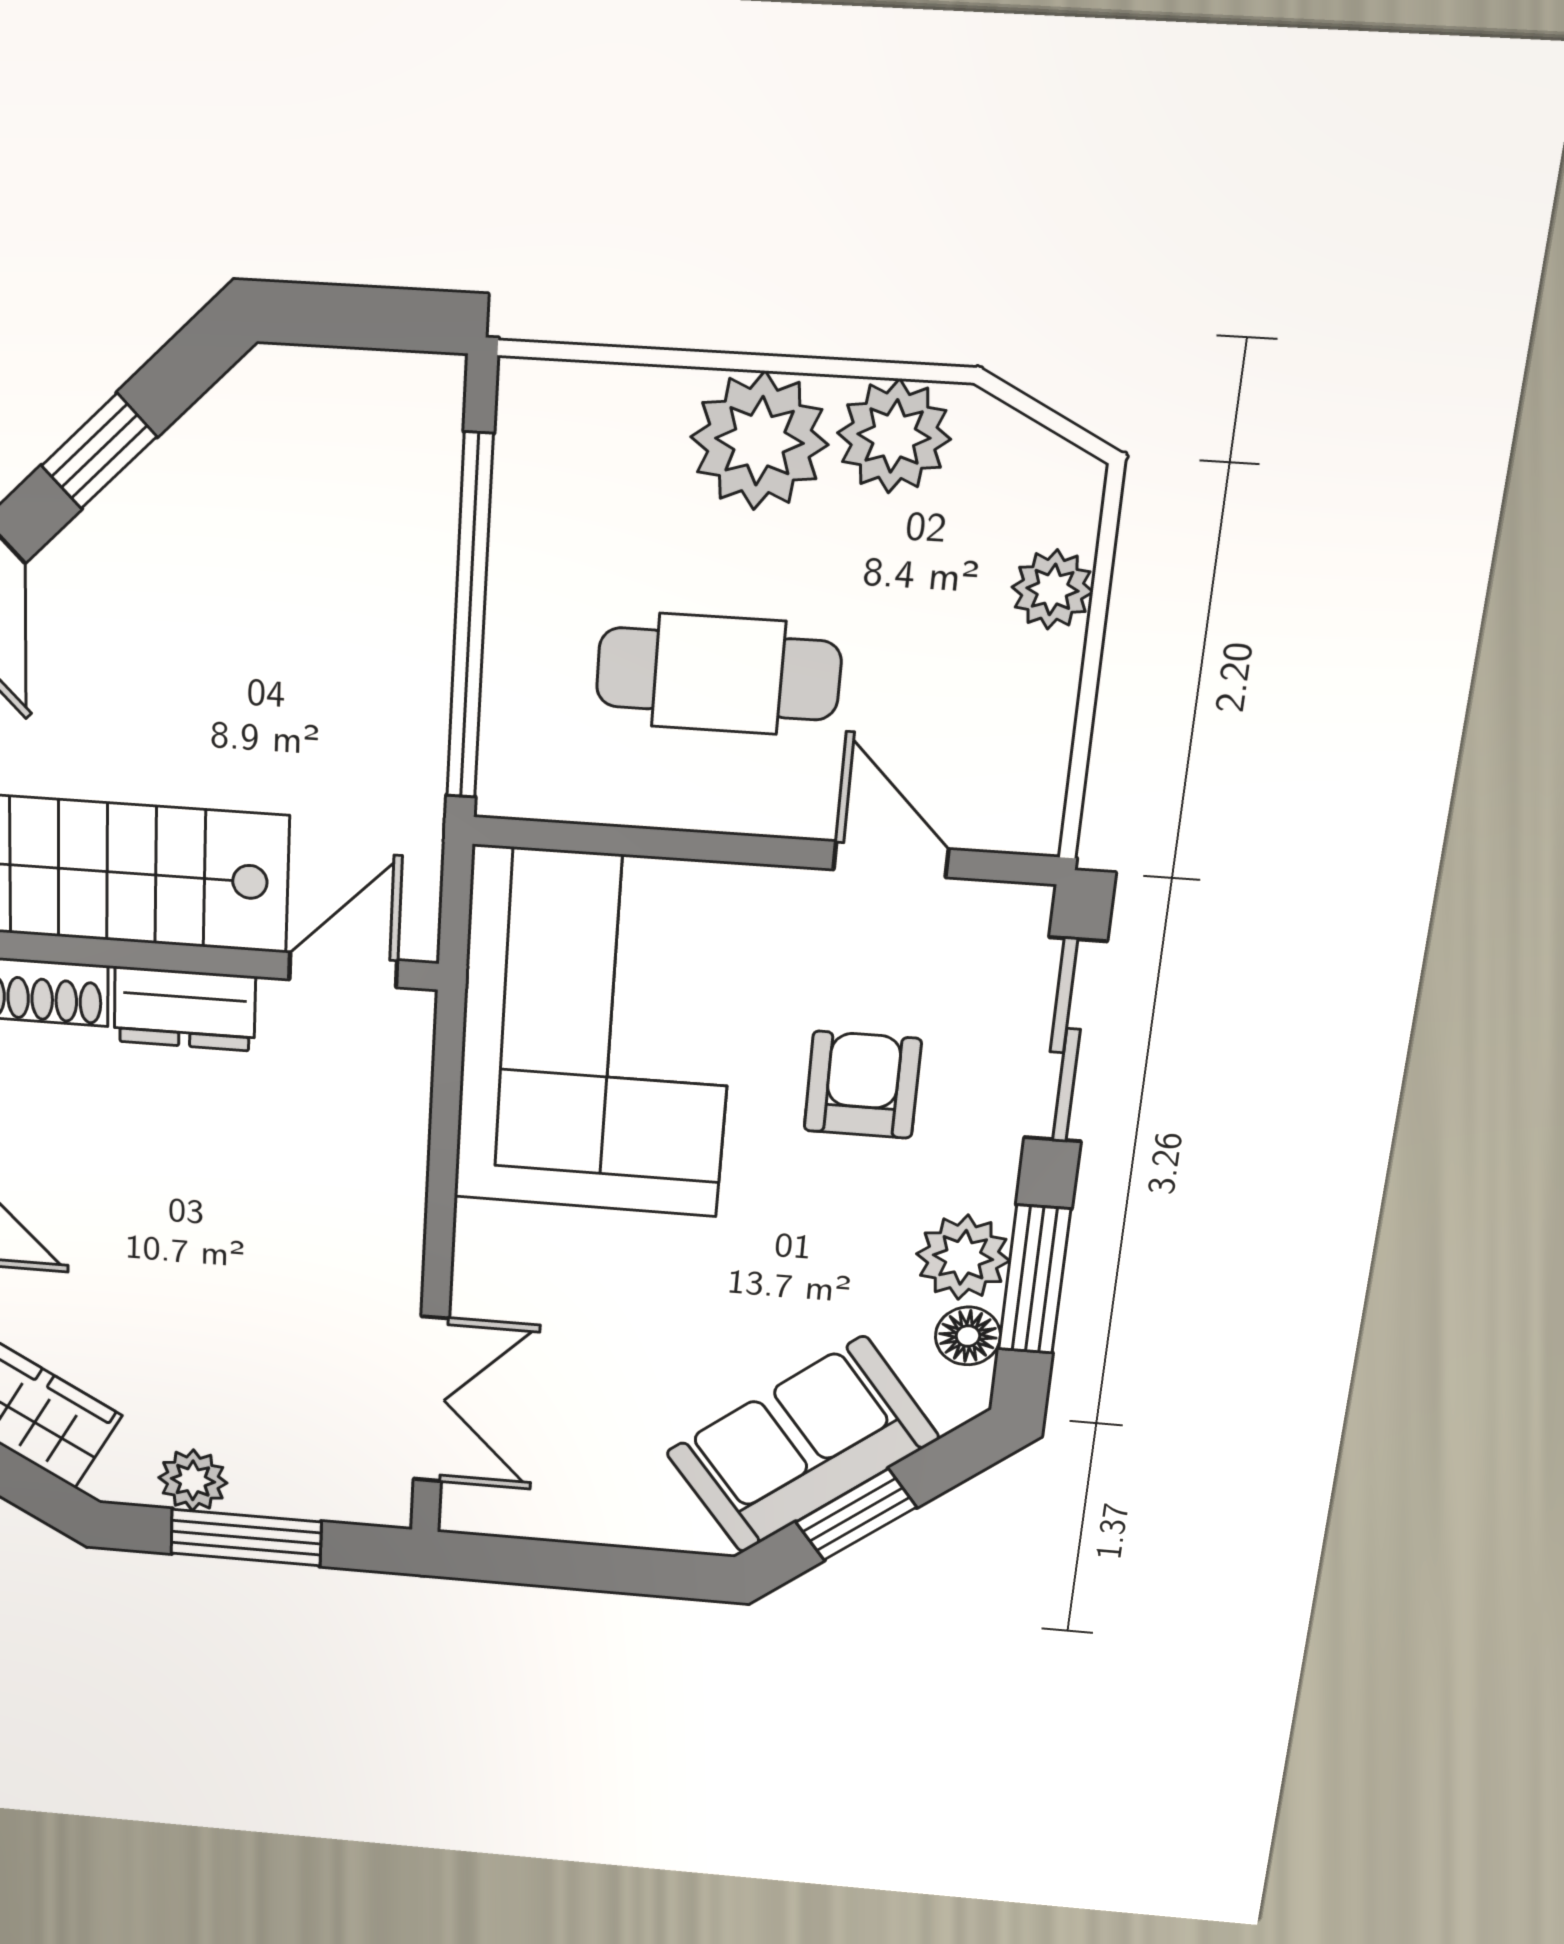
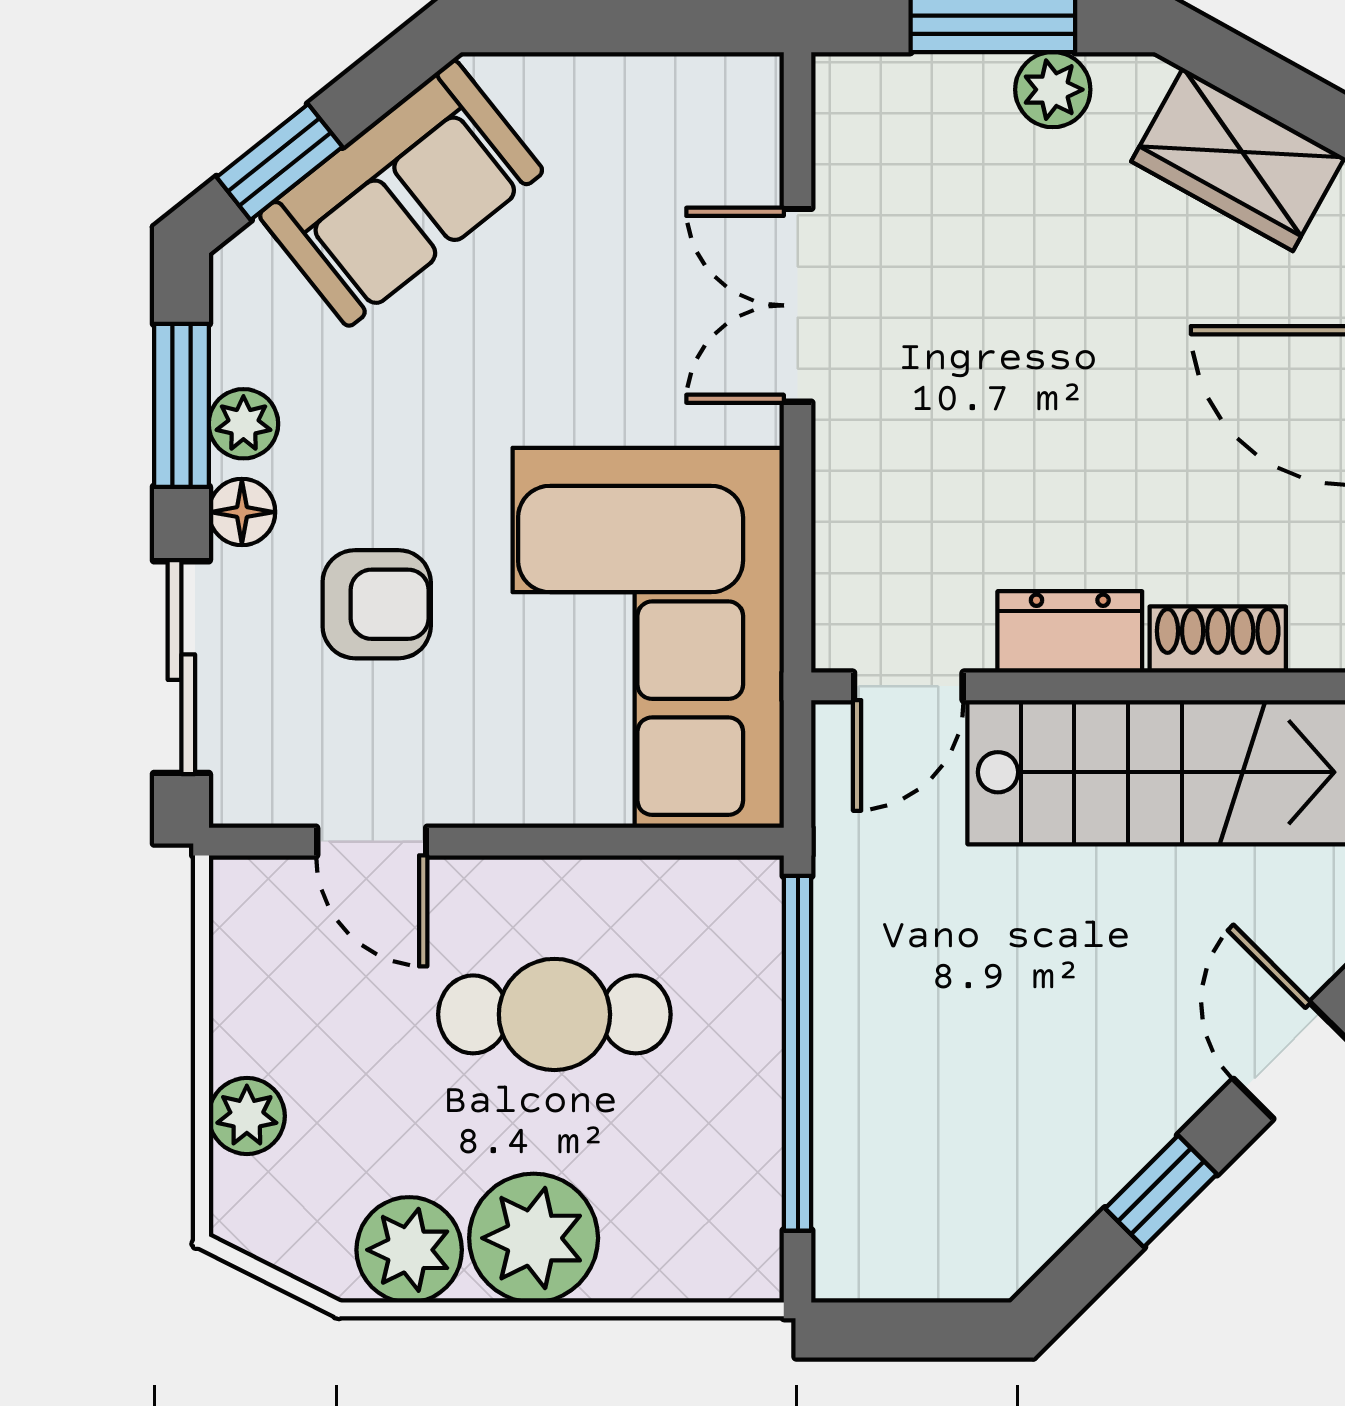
armchair: (863, 1085) -> (377, 604), turned -90
plant: (963, 1257) -> (243, 424), width x0.73, depth x0.73
floor lamp: (968, 1336) -> (242, 512), moved
double door: (431, 1399) -> (798, 305), moved
window: (856, 1515) -> (279, 162), moved

